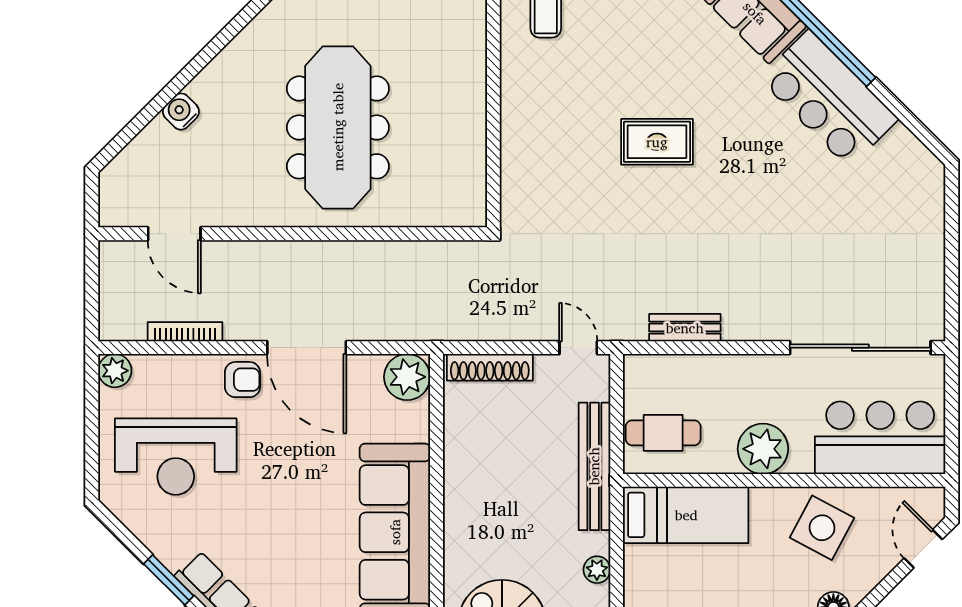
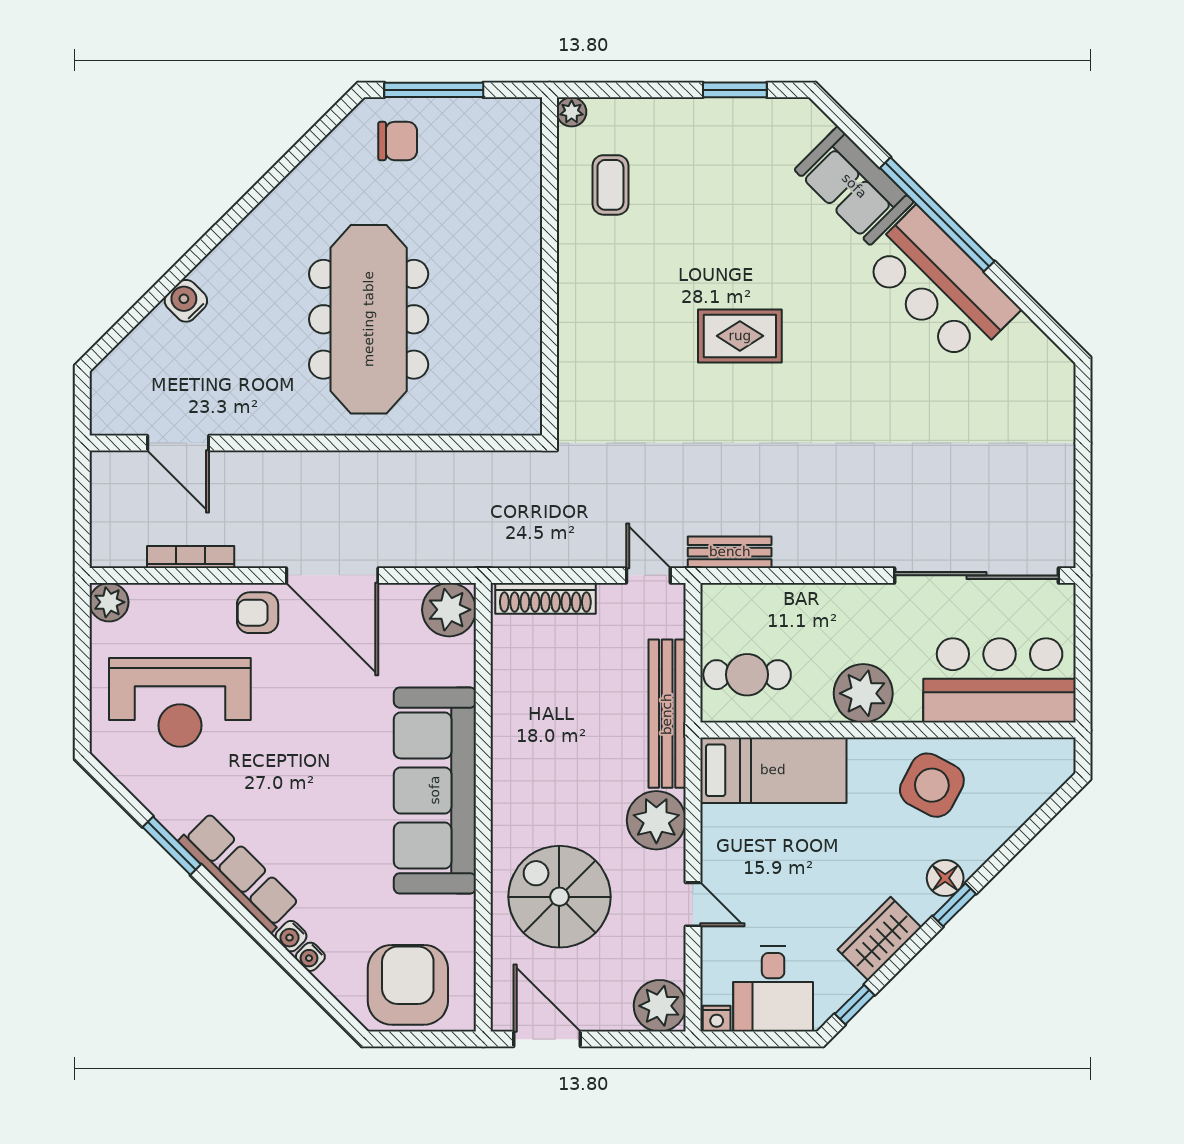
bench: (685, 328) -> (730, 552), moved
armchair: (242, 380) -> (258, 613), turned 180
door: (923, 549) -> (1050, 810), removed
plant: (597, 570) -> (656, 820), width x1.88, depth x1.88

